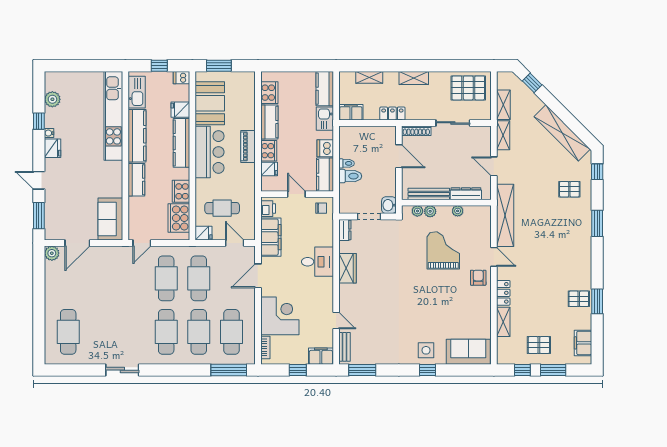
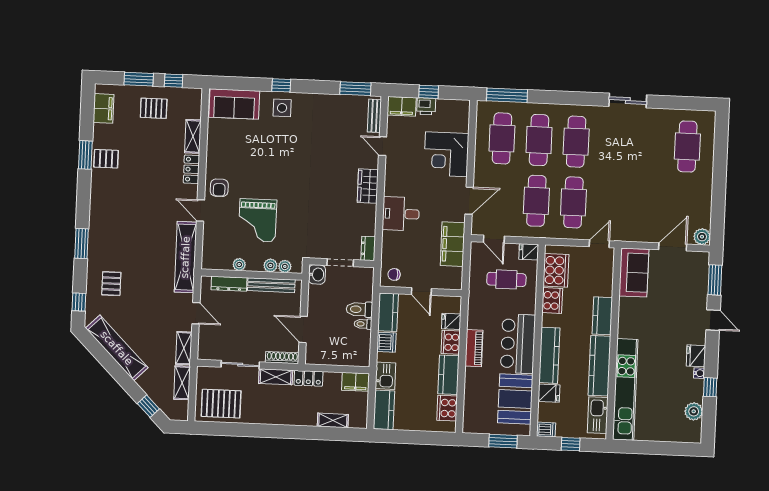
shelving: (414, 78) -> (276, 377), moved
pallet: (569, 189) -> (111, 284), turned 90
printer: (268, 209) -> (426, 106), moved, turned -90
wardrobe: (348, 268) -> (368, 186), moved
bookcase: (265, 347) -> (464, 119), removed

